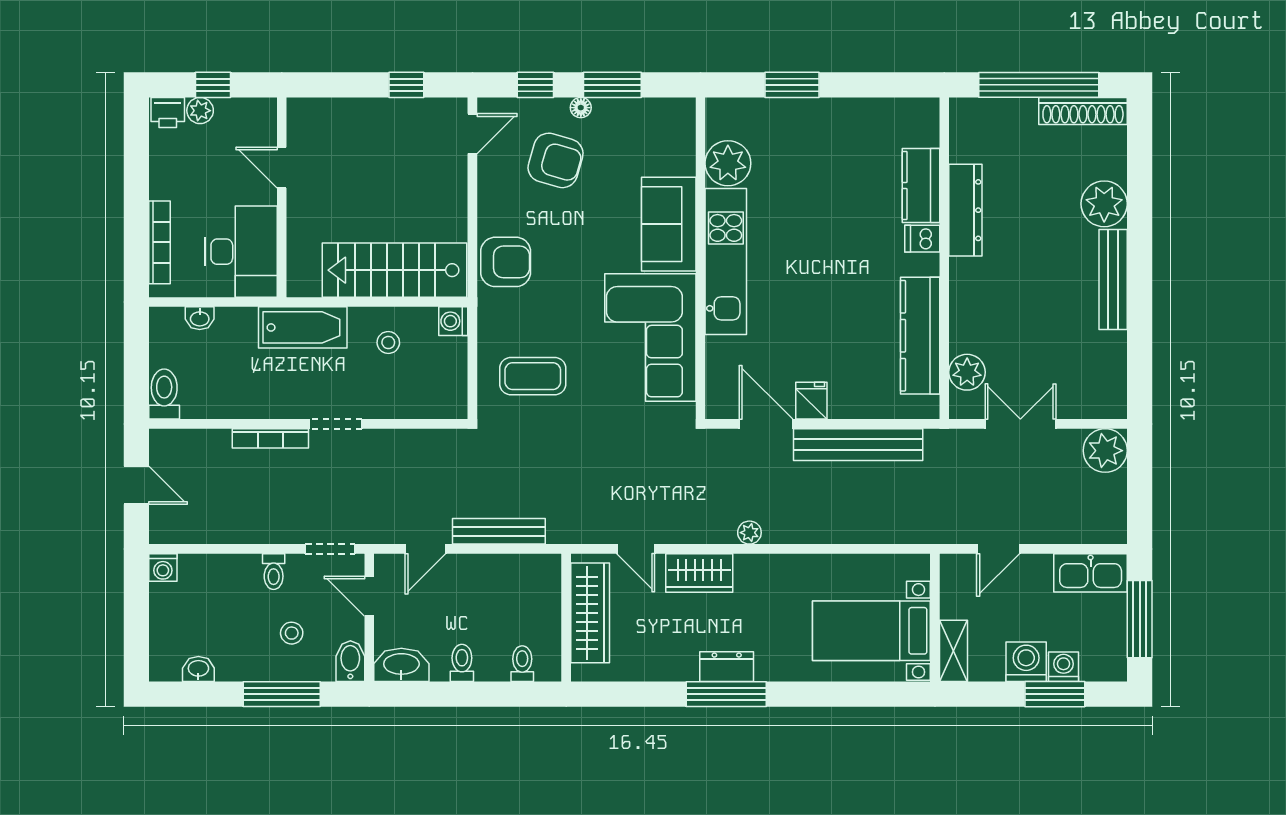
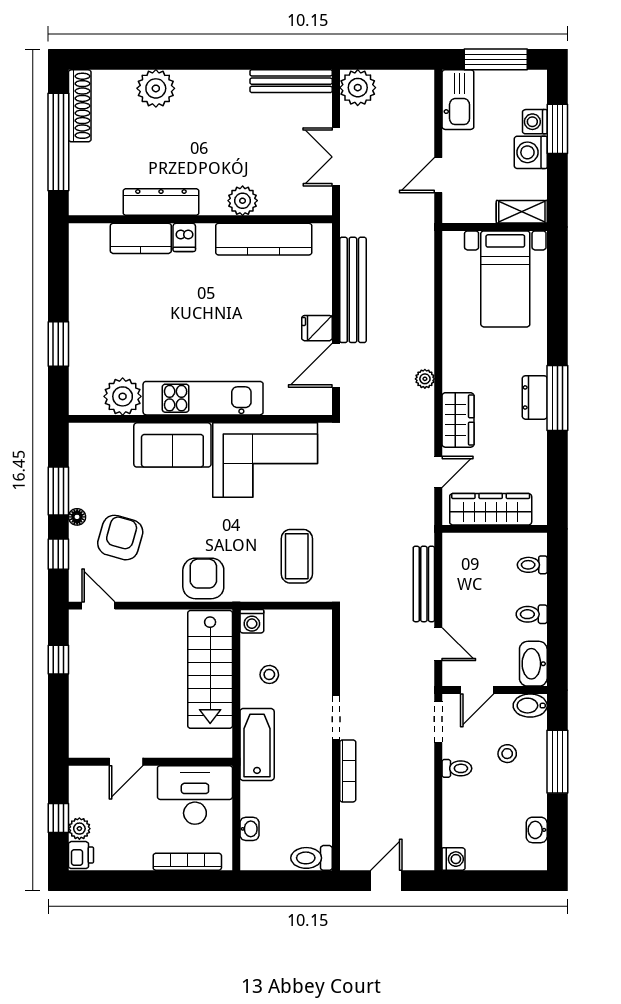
bench: (1113, 279) -> (291, 81), moved
plant: (967, 372) -> (243, 201), moved
door: (998, 549) -> (438, 175), swing flipped

